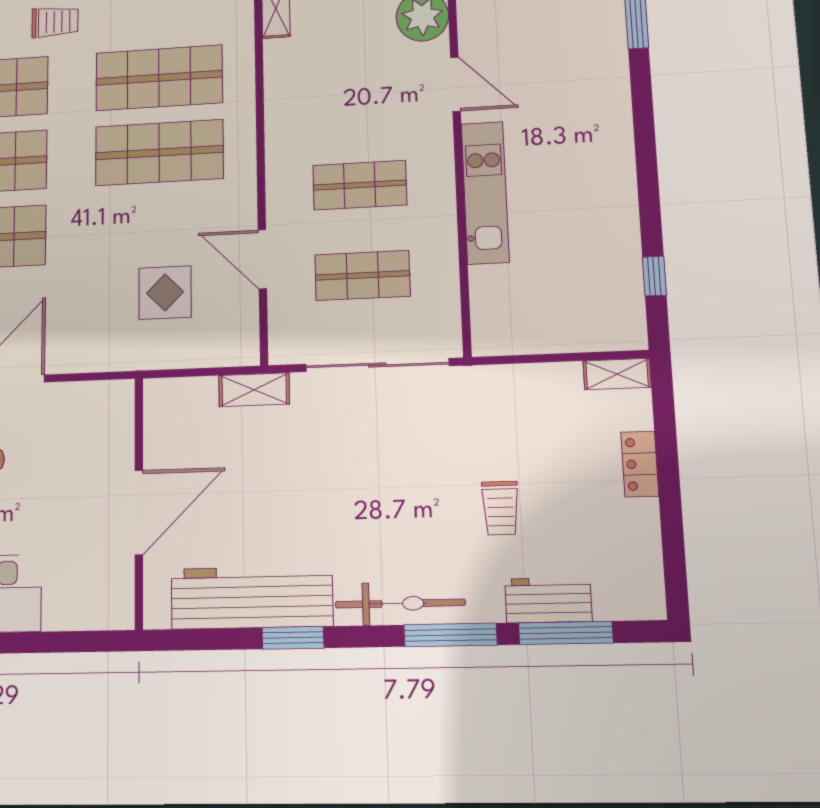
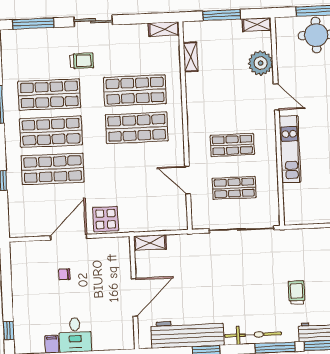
display table: (165, 293) -> (106, 219), moved
shelving: (254, 390) -> (150, 243), moved
trolley: (500, 508) -> (297, 293), turned 180

